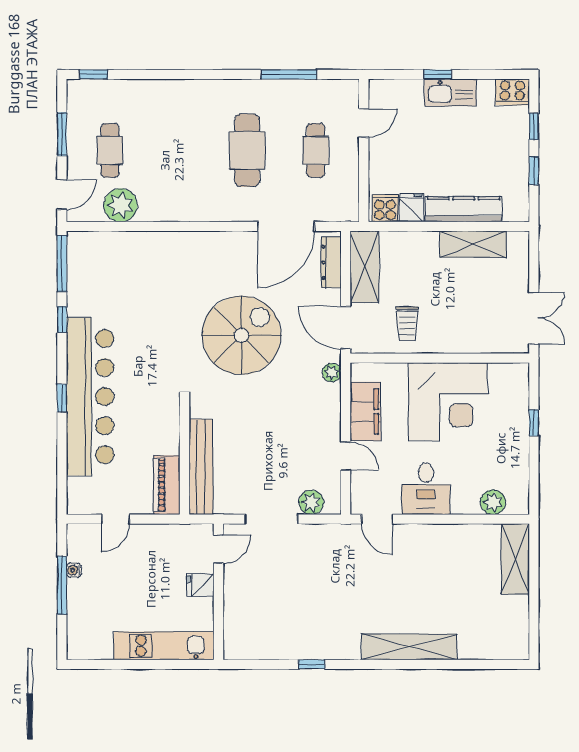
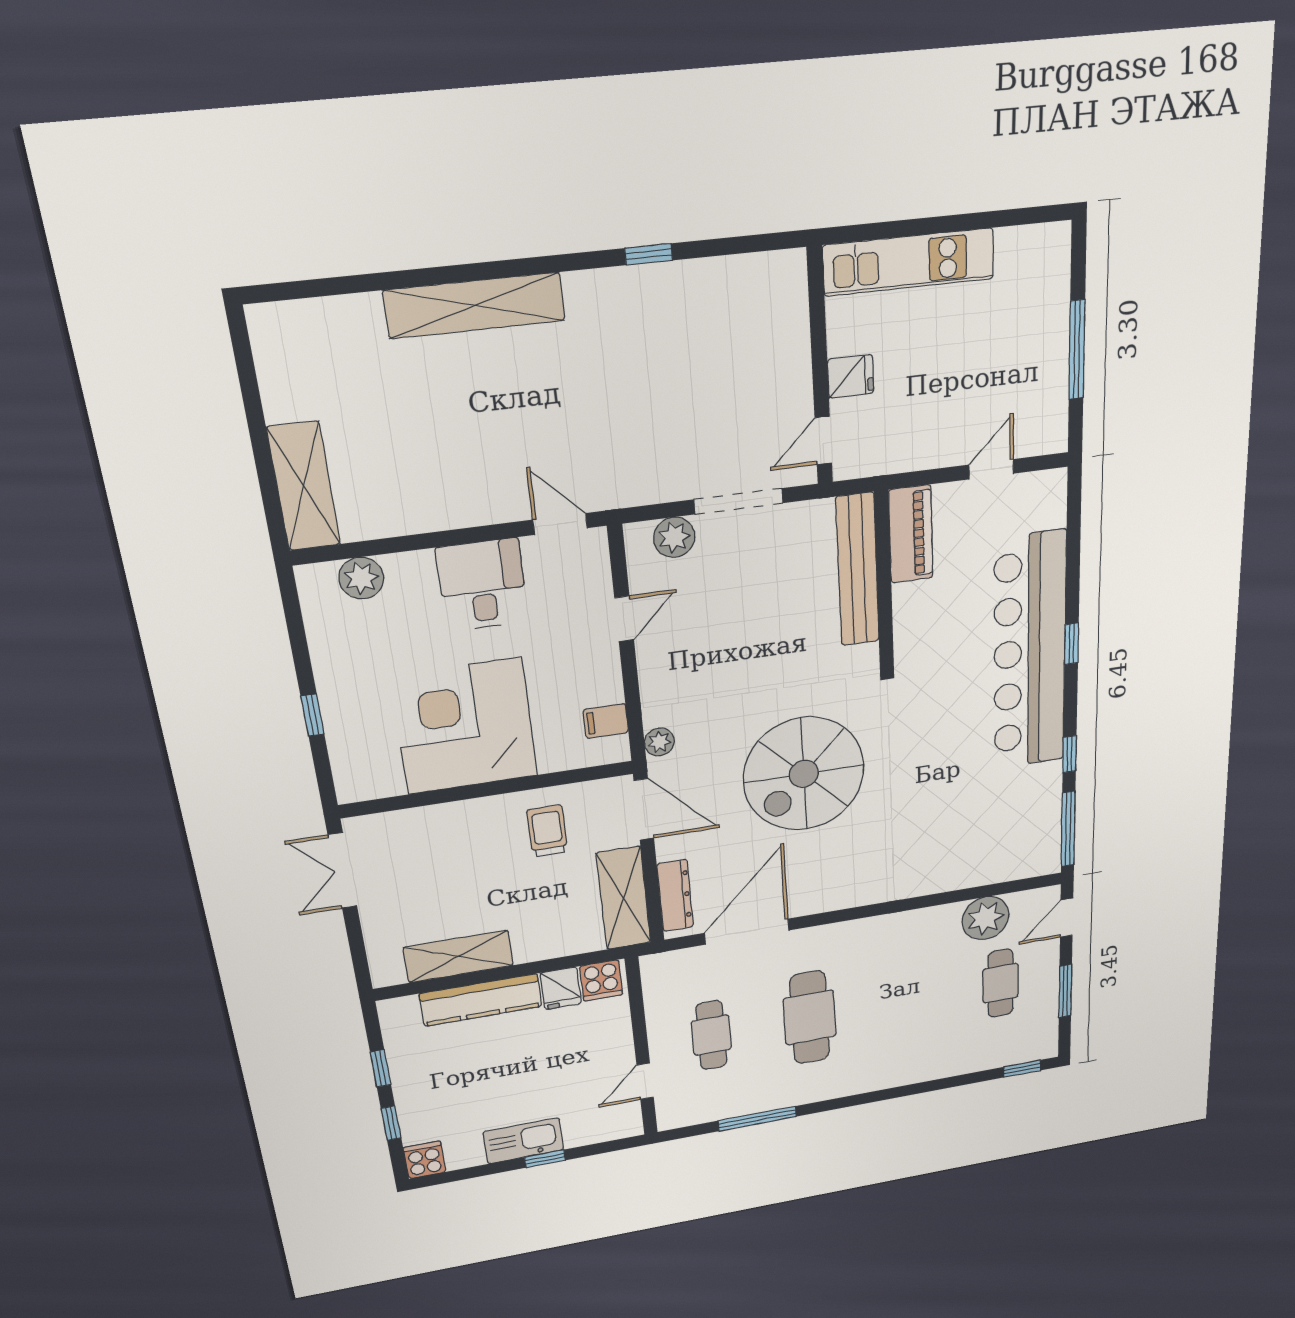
cooker: (512, 92) -> (425, 1160), width x0.73
filing cabinet: (365, 411) -> (606, 721), width x0.33, depth x0.86
door: (346, 456) -> (624, 619), swing flipped
water cooler: (74, 570) -> (1058, 377), removed

